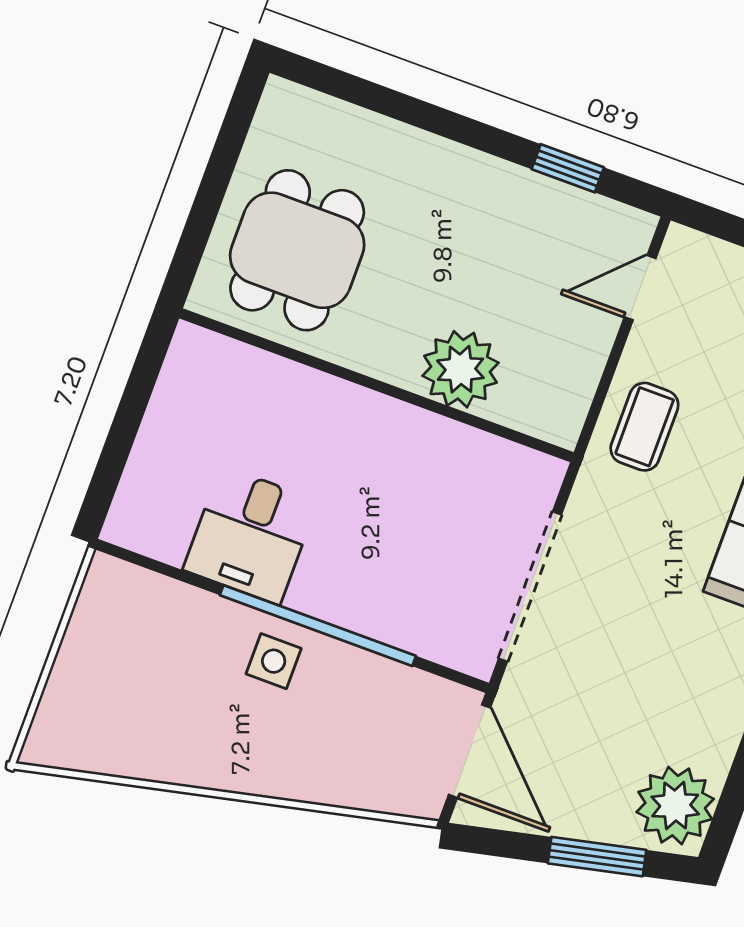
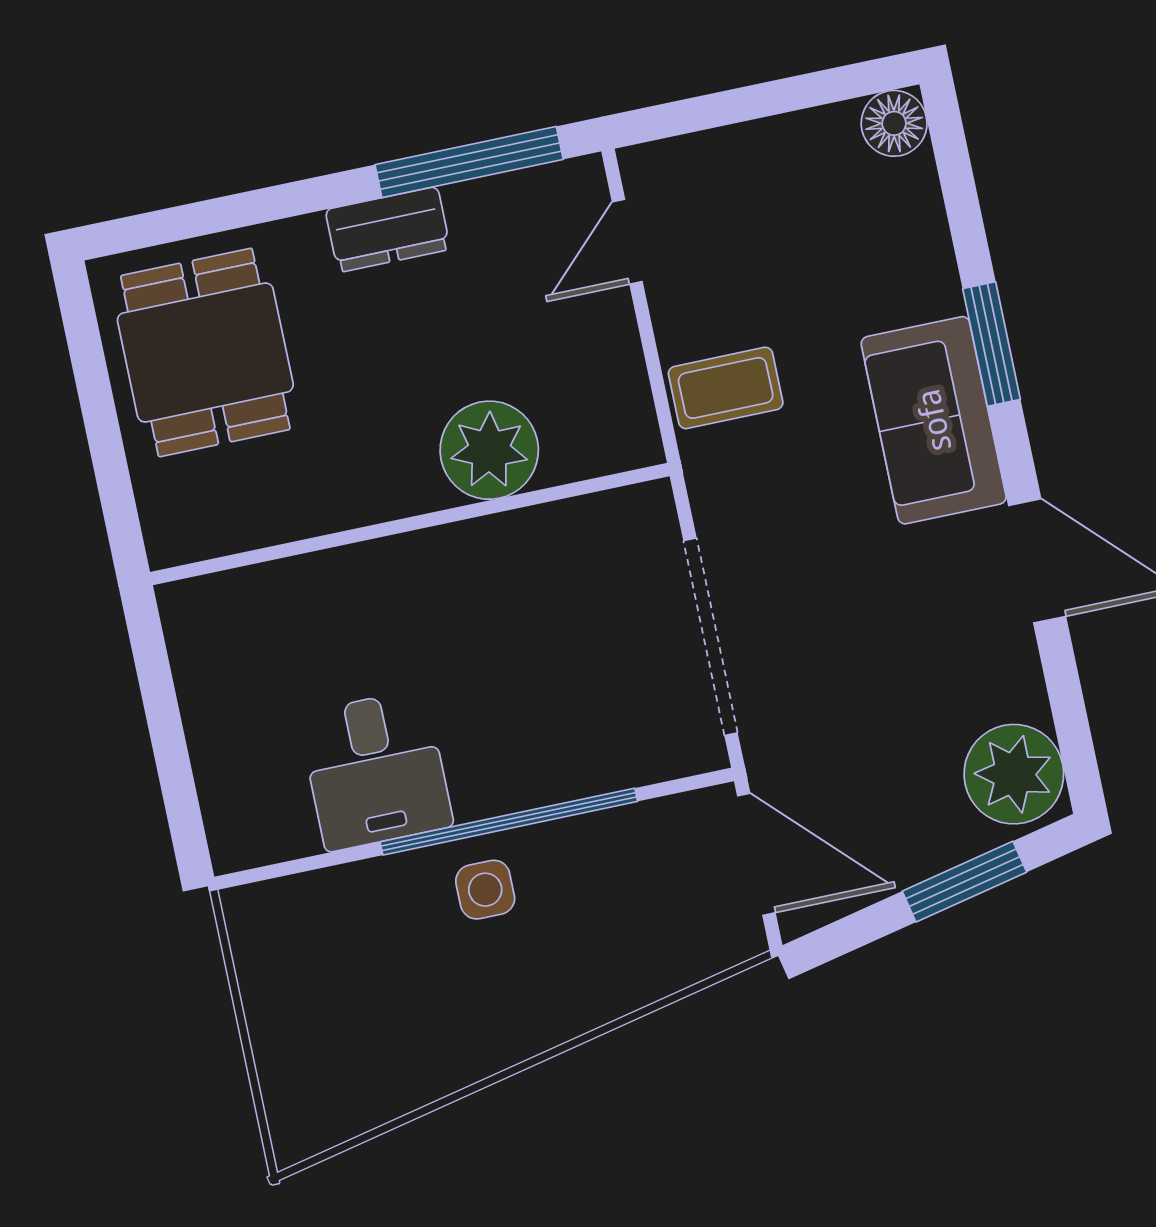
window: (568, 168) -> (469, 162), width x2.17
dresser: (485, 179) -> (388, 230), added
dining table: (297, 250) -> (205, 353), moved
coffee table: (644, 427) -> (726, 388), turned 90

